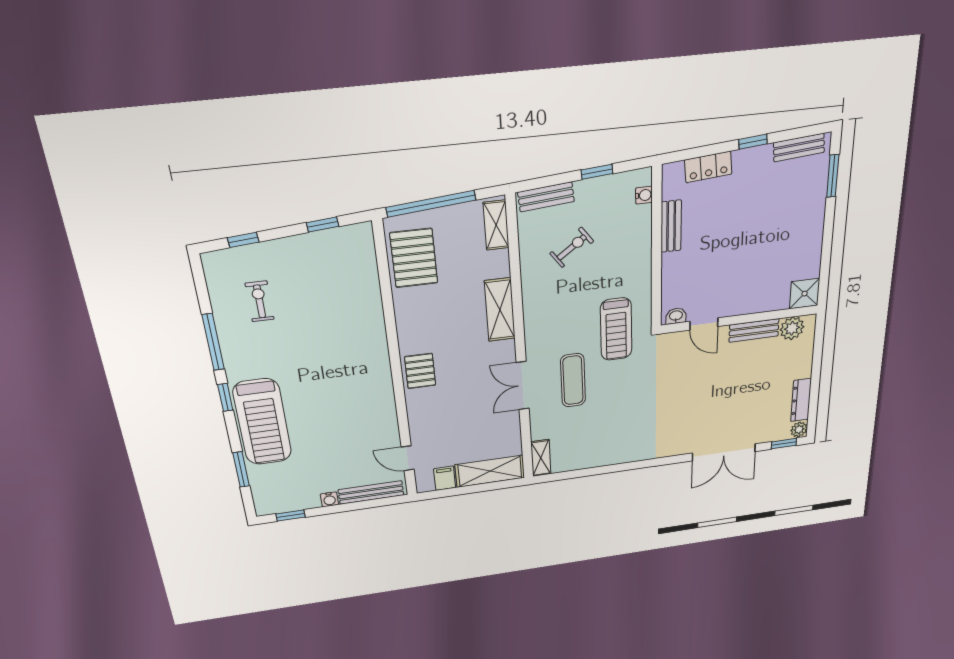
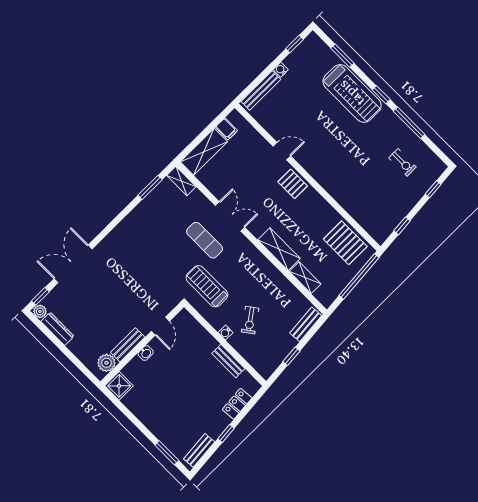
water cooler: (644, 195) -> (225, 333), moved
shelving: (496, 225) -> (305, 278), moved
exercise bike: (572, 247) -> (250, 320), moved
washbasin: (676, 316) -> (146, 353), moved
door: (704, 324) -> (160, 326), swing flipped
treadmill: (262, 422) -> (352, 93), turned 180
door: (408, 458) -> (282, 151), moved
window: (579, 473) -> (150, 187), added

